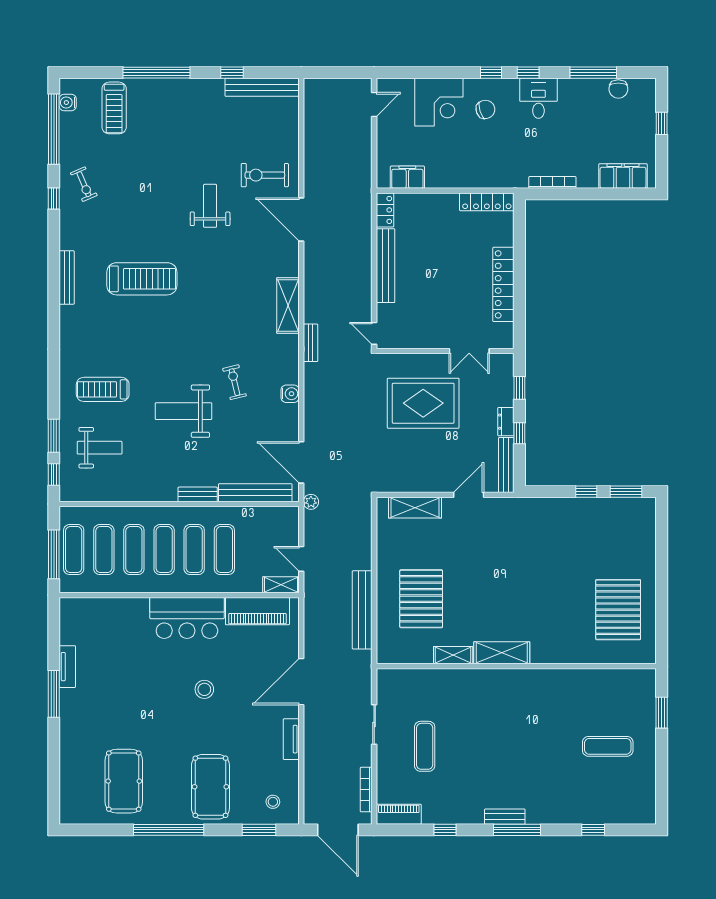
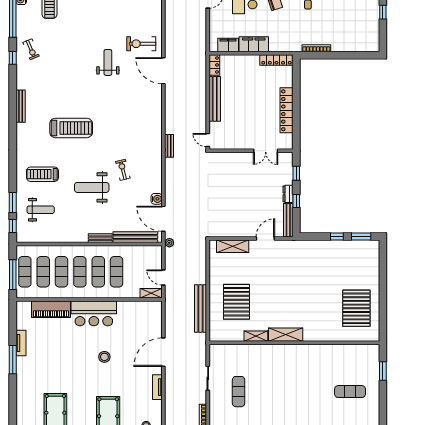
filing cabinet: (623, 176) -> (254, 44), moved
treadmill: (142, 279) -> (71, 128), moved
shelving: (288, 305) -> (155, 123), removed
water cooler: (290, 394) -> (157, 199), moved
rug: (423, 403) -> (238, 183), removed
piano: (257, 611) -> (51, 309), moved

